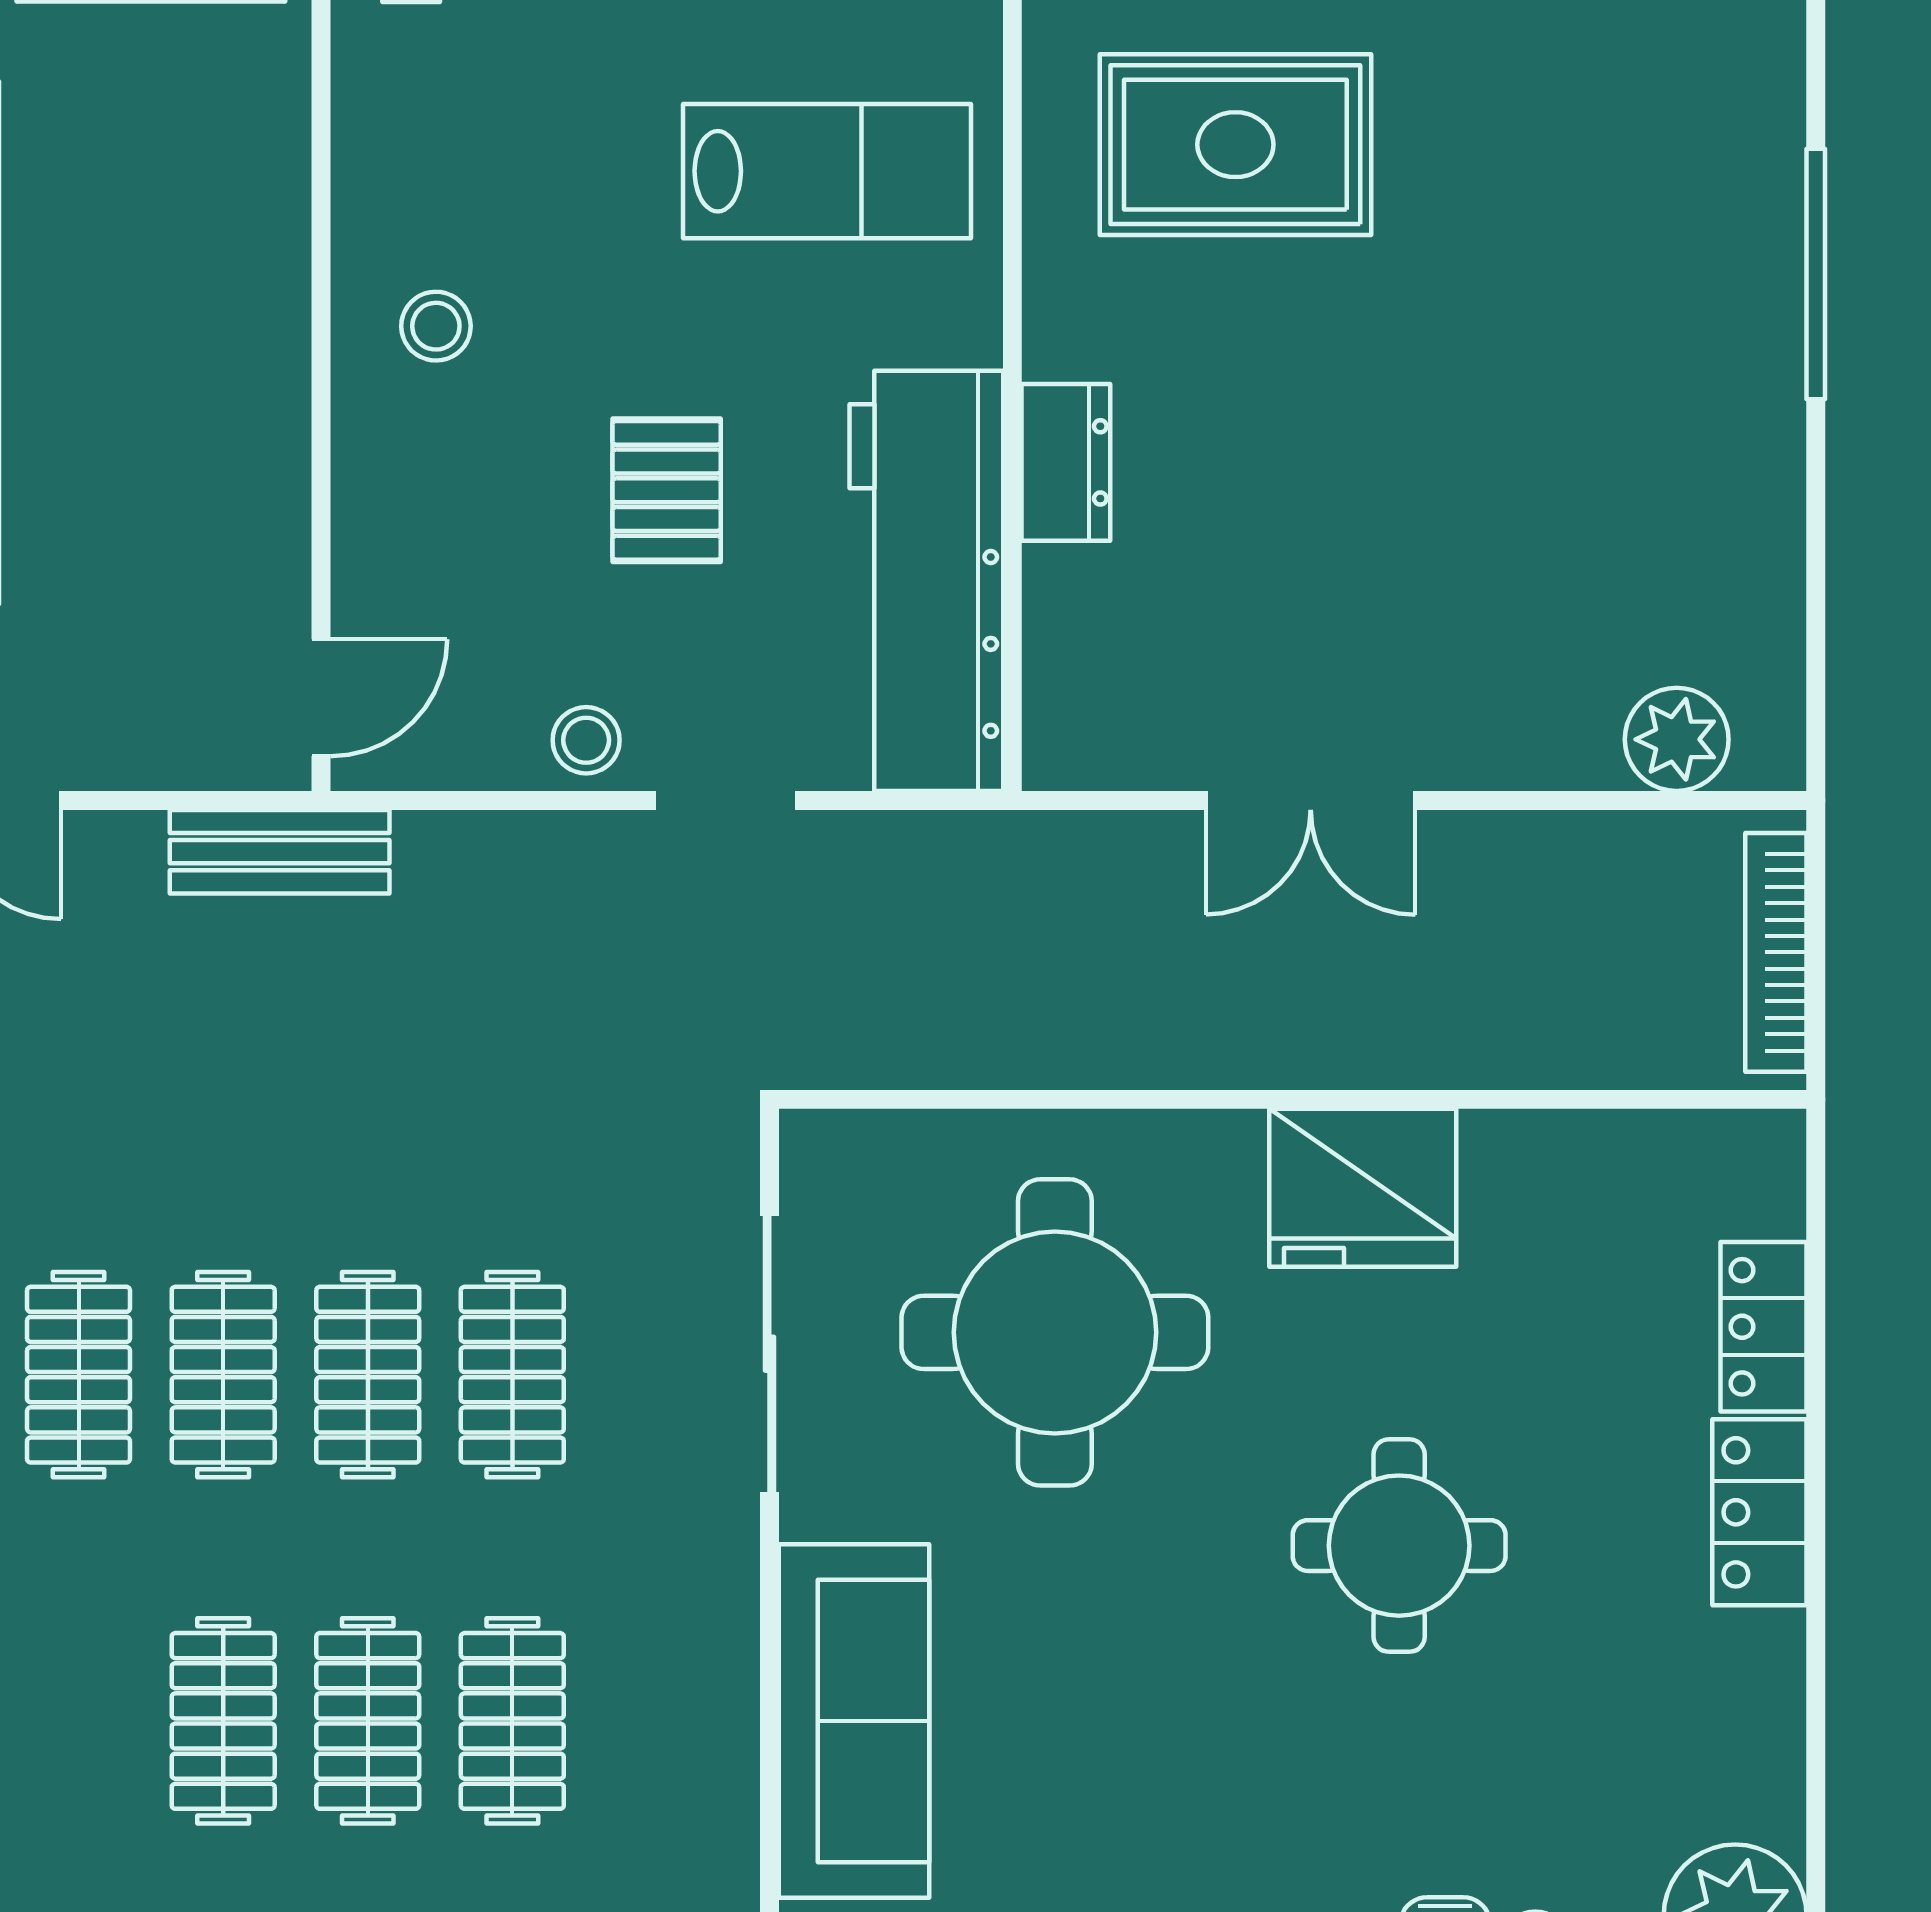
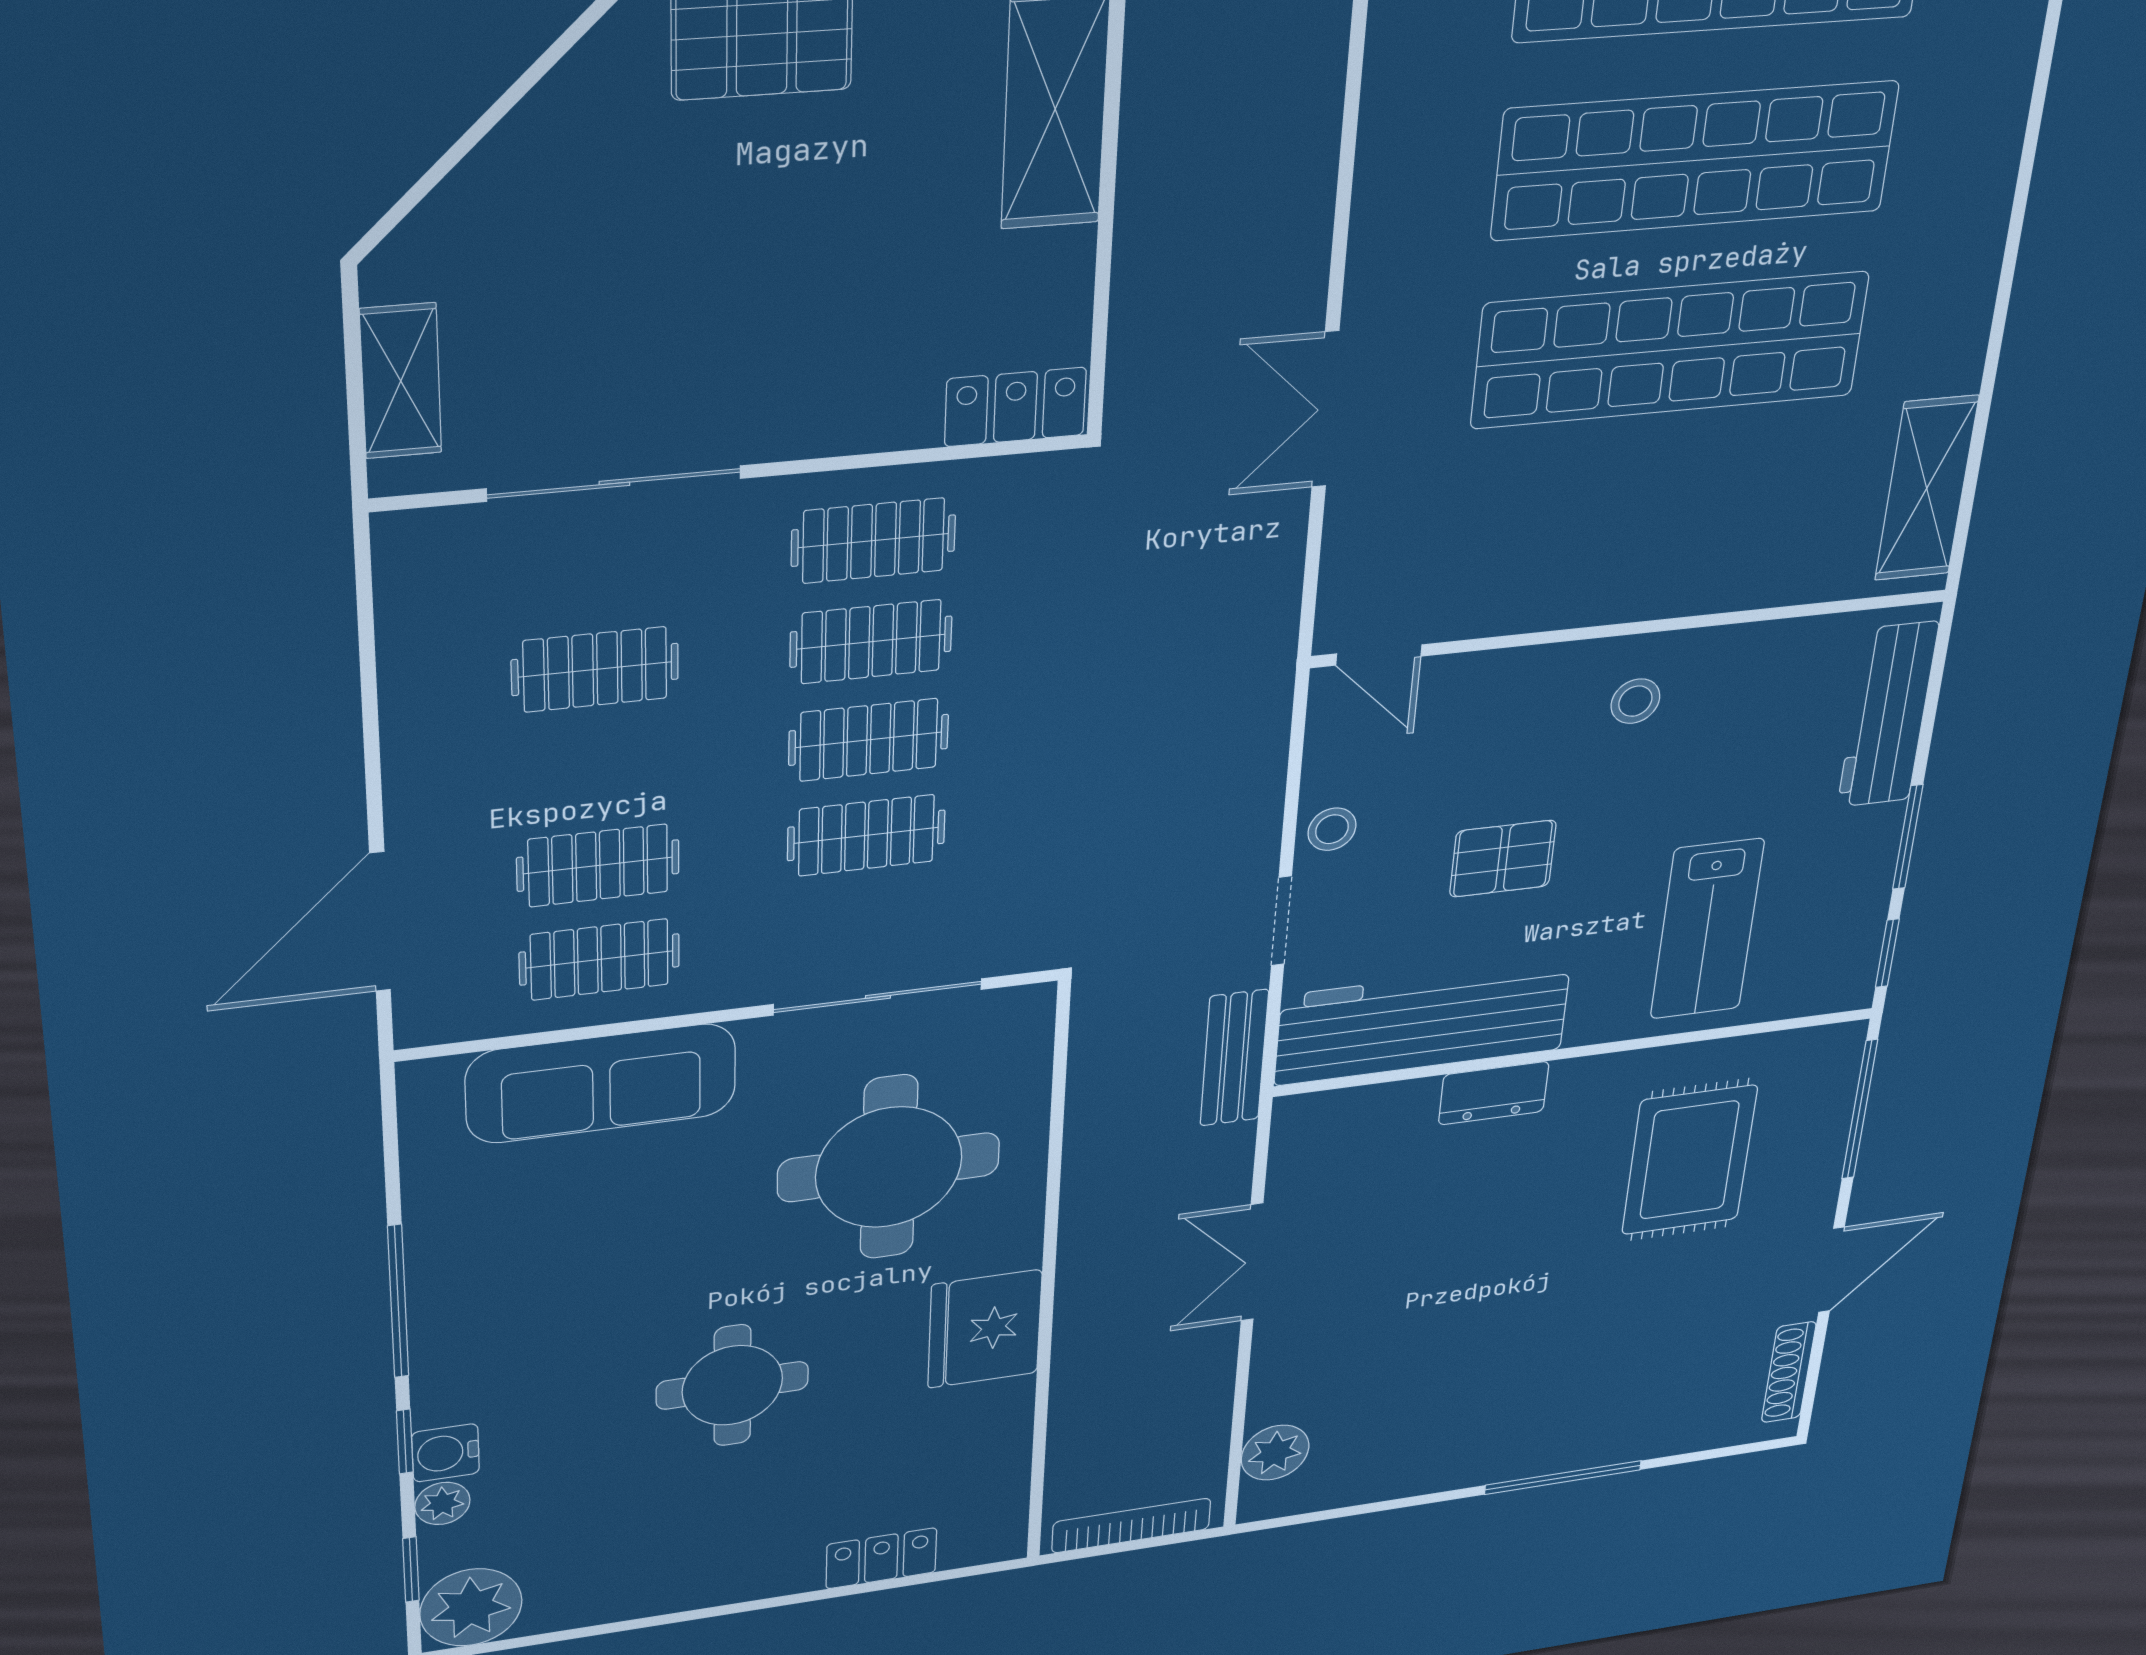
bench: (280, 852) -> (1234, 1058), moved
locker: (1759, 1512) -> (754, 1576), removed
clothes rail: (368, 1721) -> (599, 959), moved

